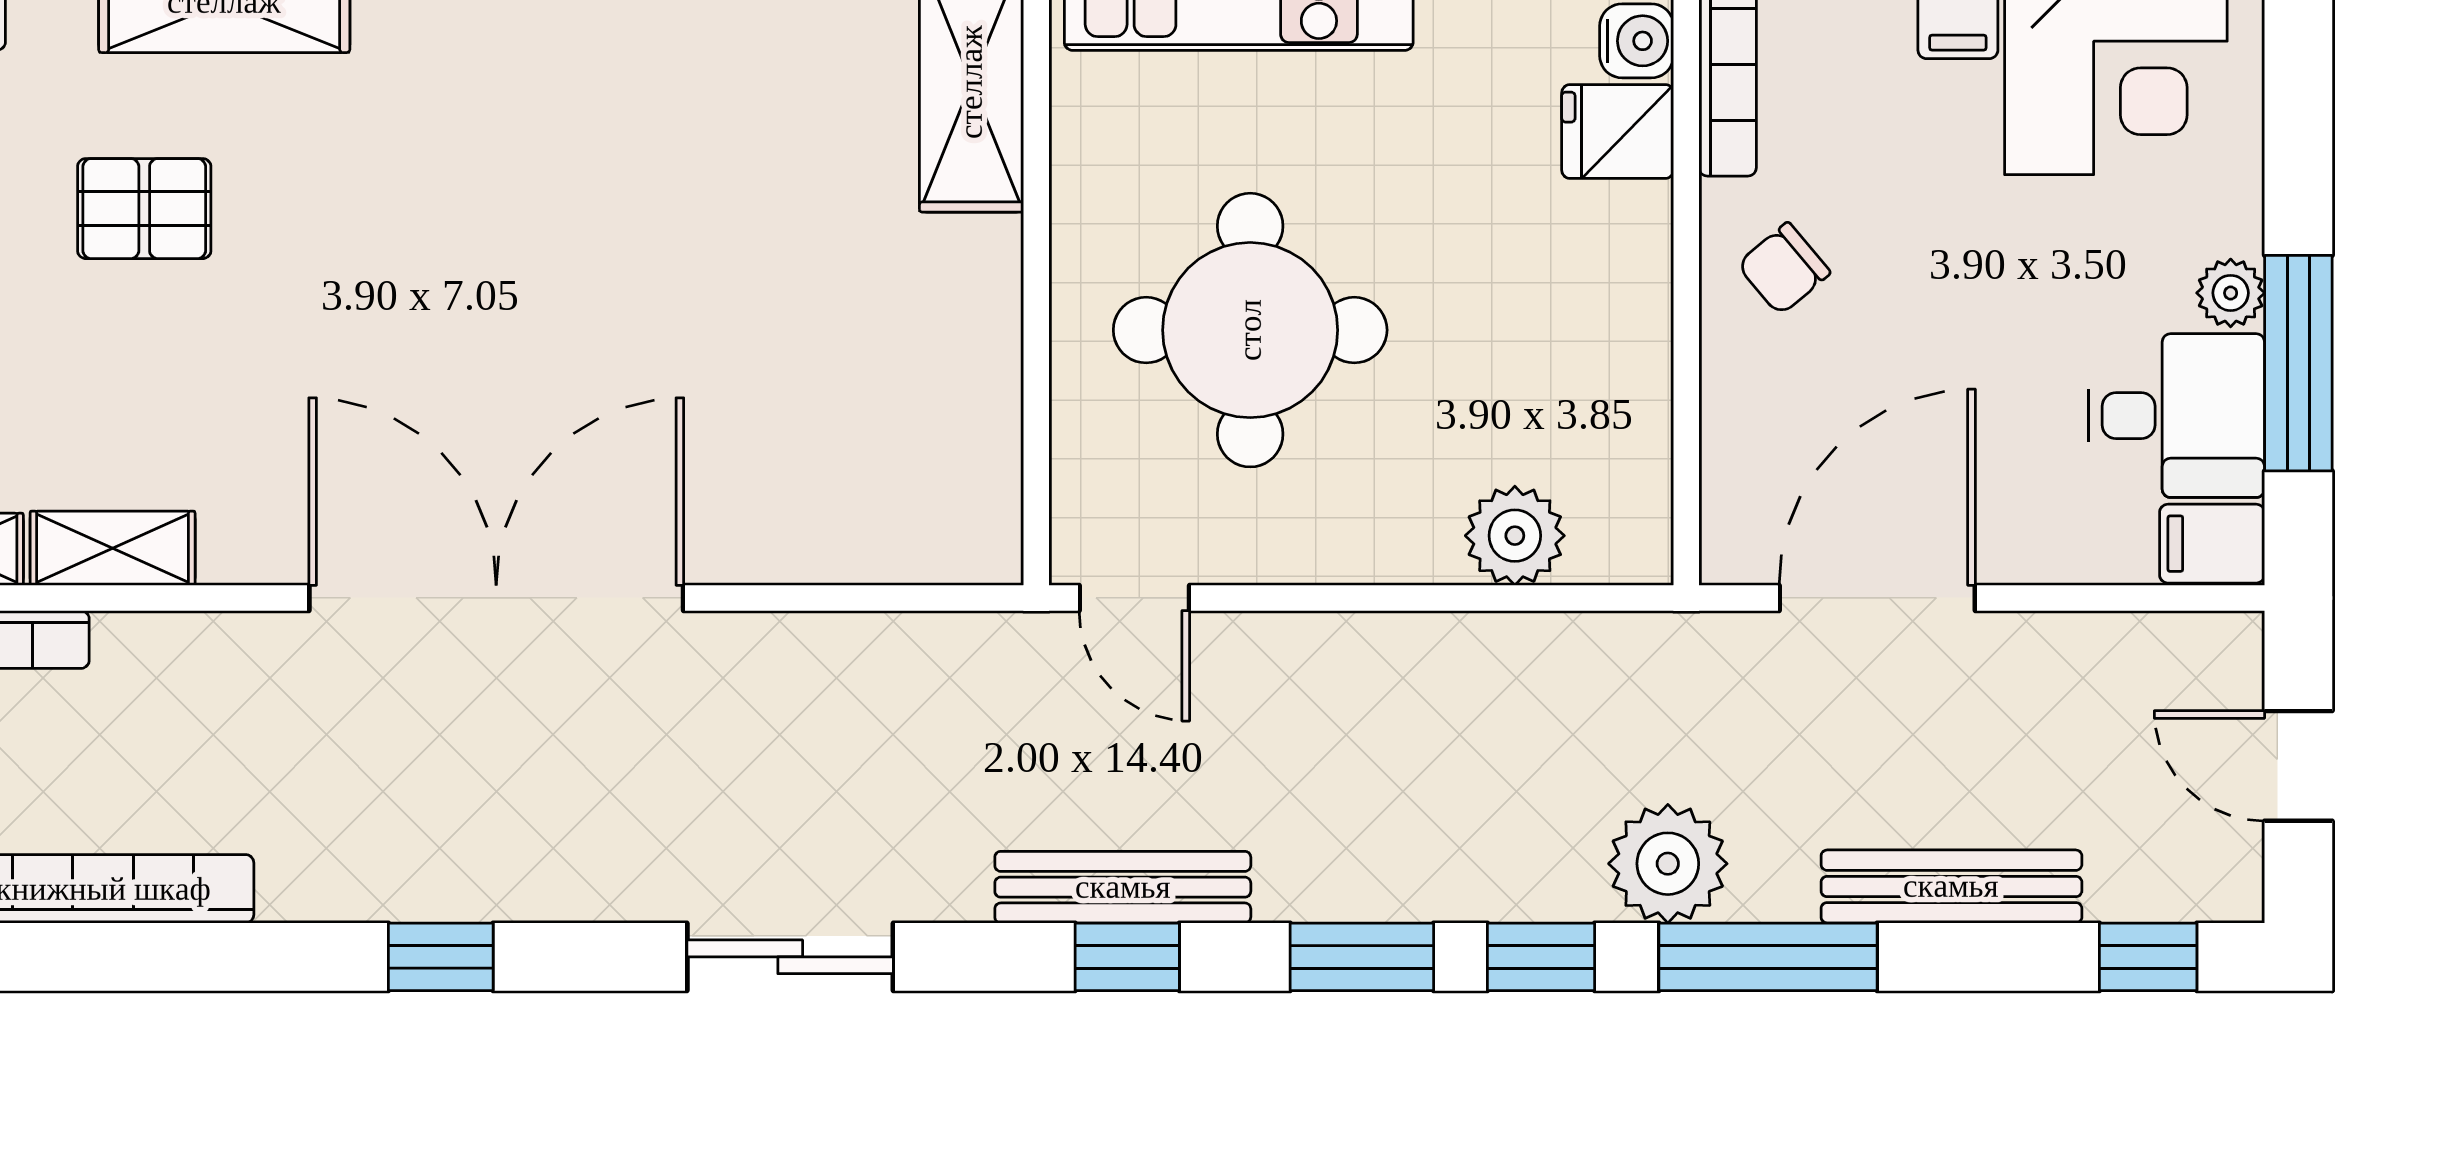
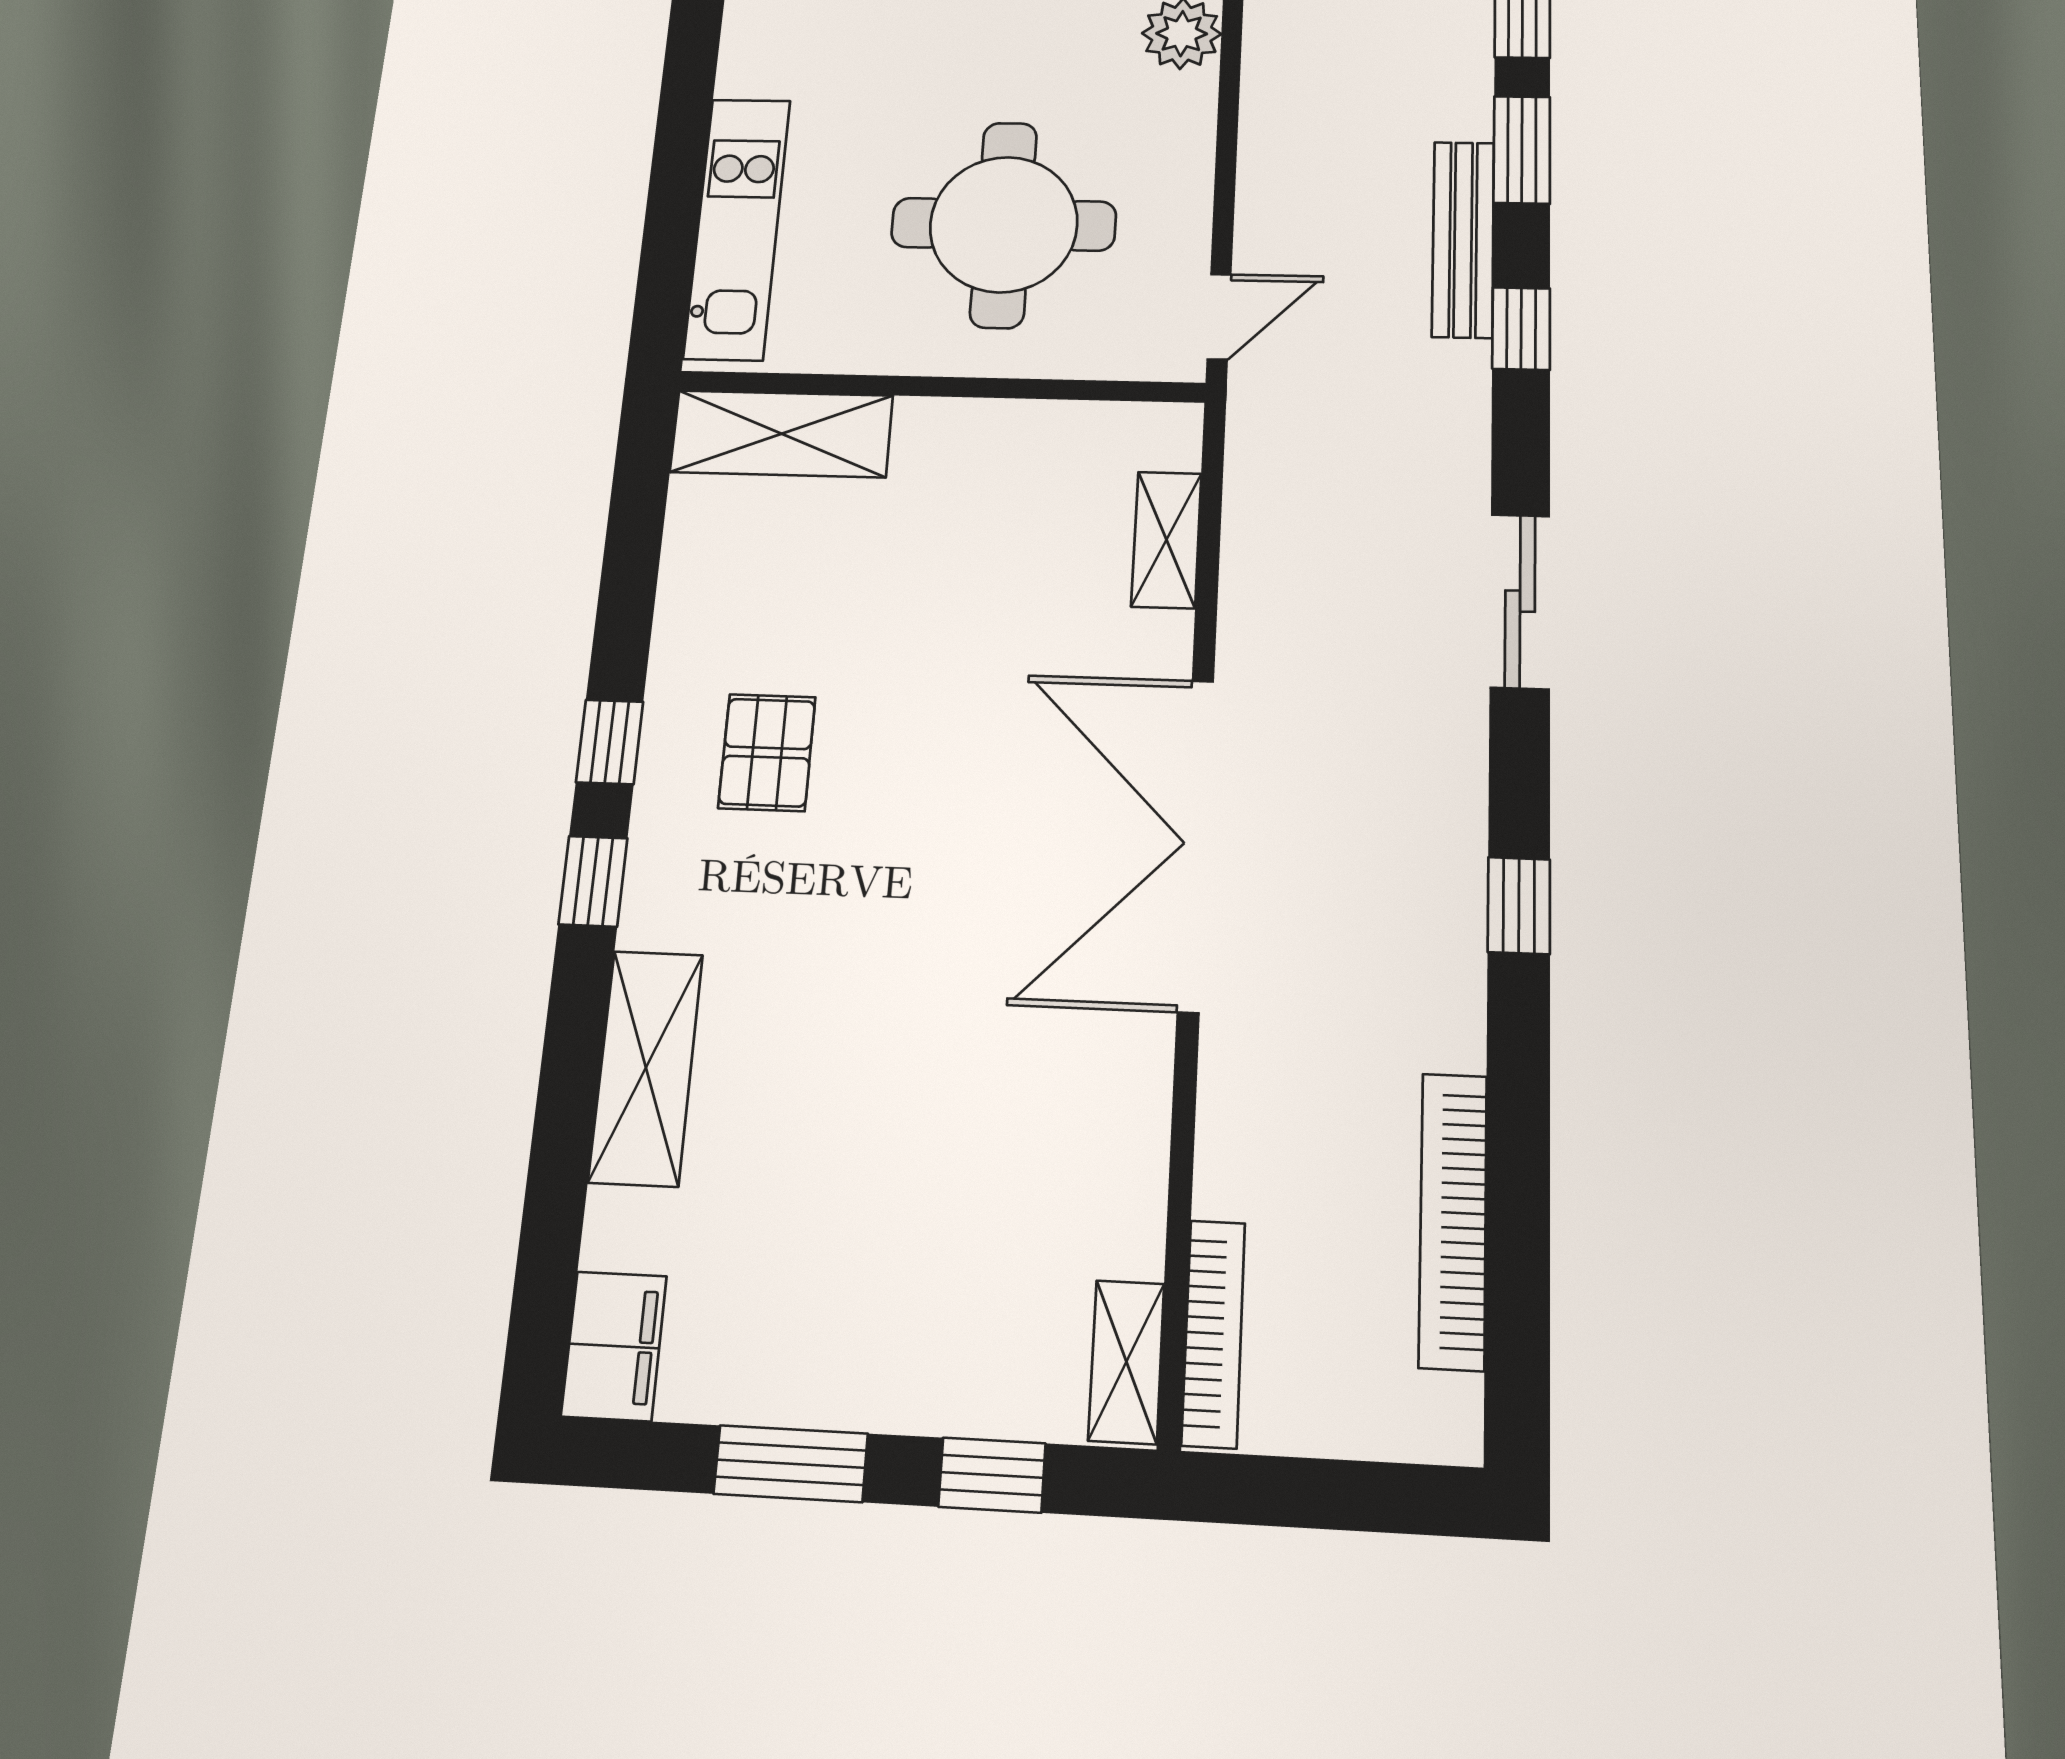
pallet: (144, 209) -> (767, 752), moved
shelving: (113, 548) -> (1166, 540), moved
bench: (1123, 887) -> (1463, 239), moved

